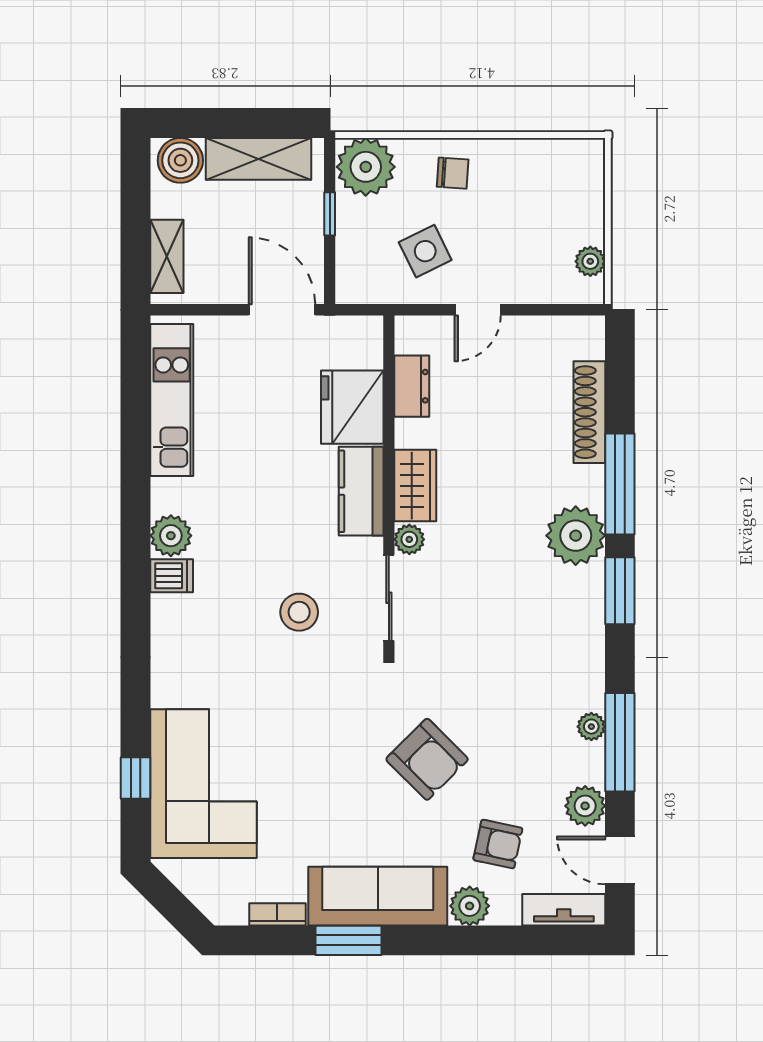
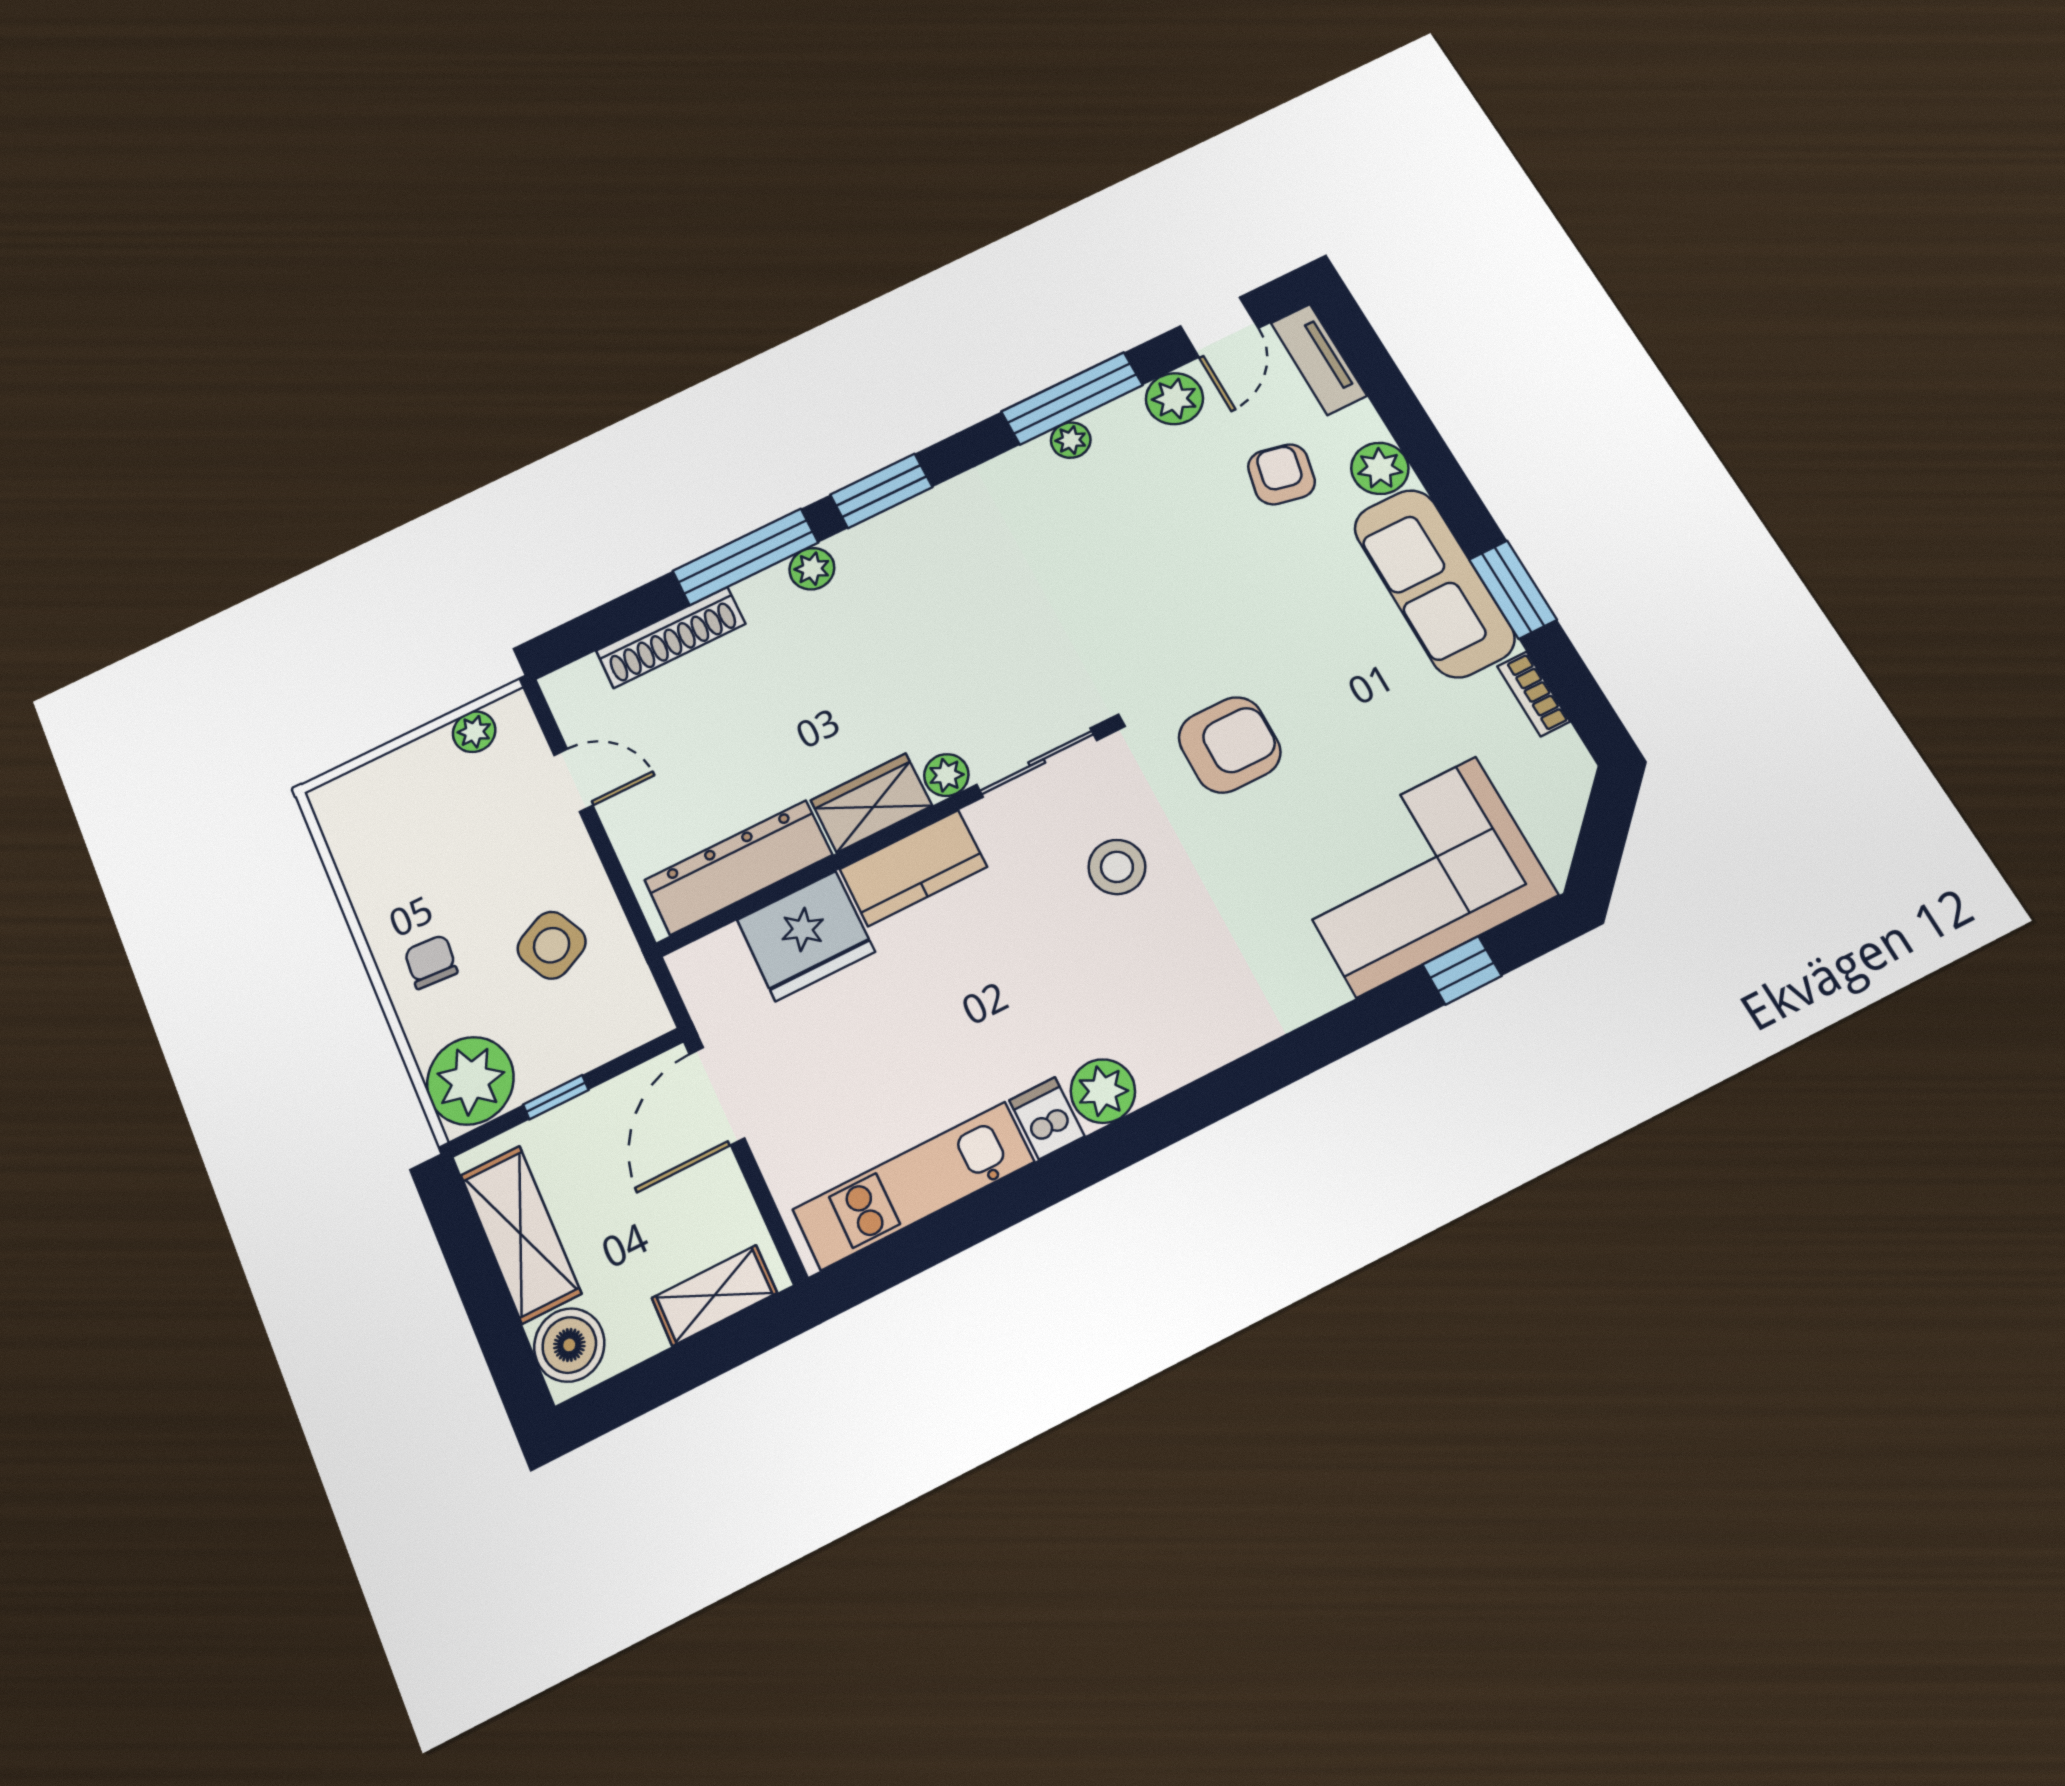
door: (478, 310) -> (573, 780), moved
dresser: (412, 386) -> (738, 867), width x1.96, depth x1.24
plant: (576, 536) -> (812, 569), width x0.53, depth x0.53
dishwasher: (172, 576) -> (1047, 1118), moved
armchair: (427, 759) -> (1230, 745), moved, turned 45

